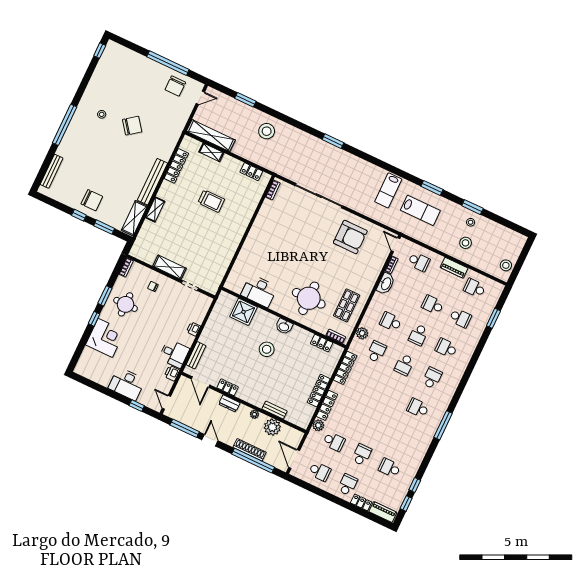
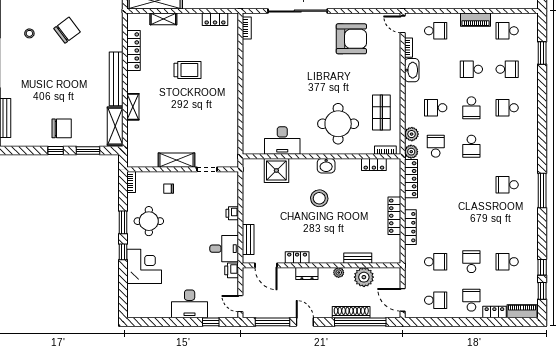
school desk: (432, 378) -> (507, 146), removed
plant: (318, 425) -> (411, 152), moved

